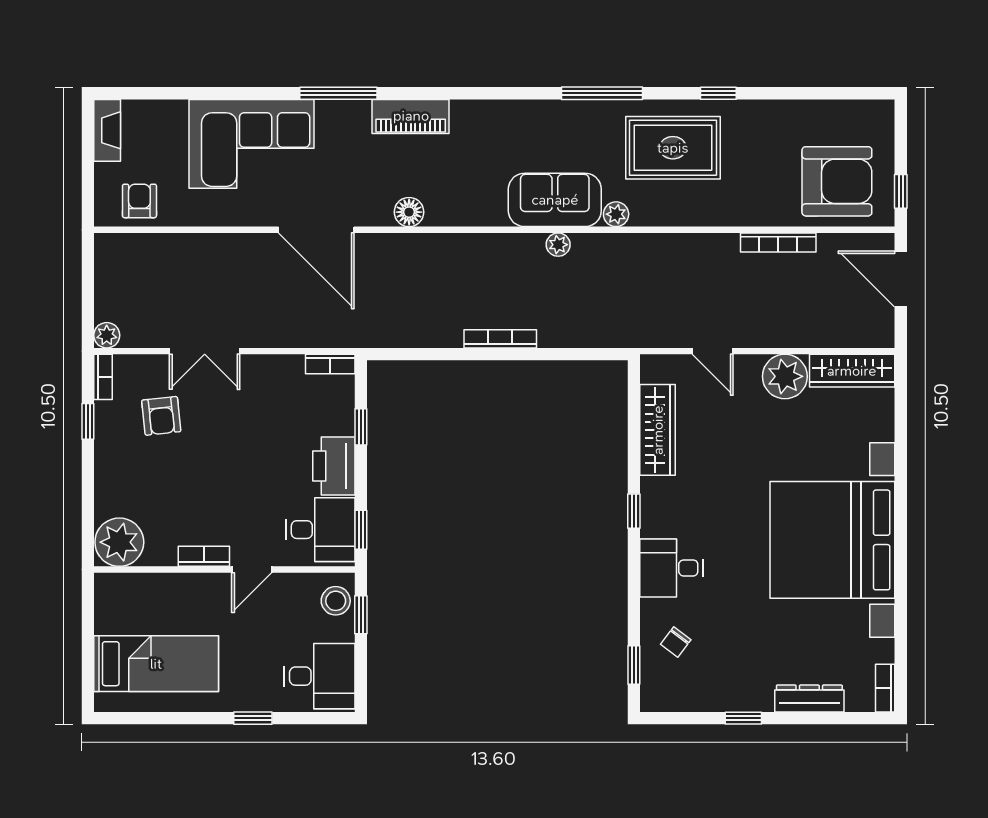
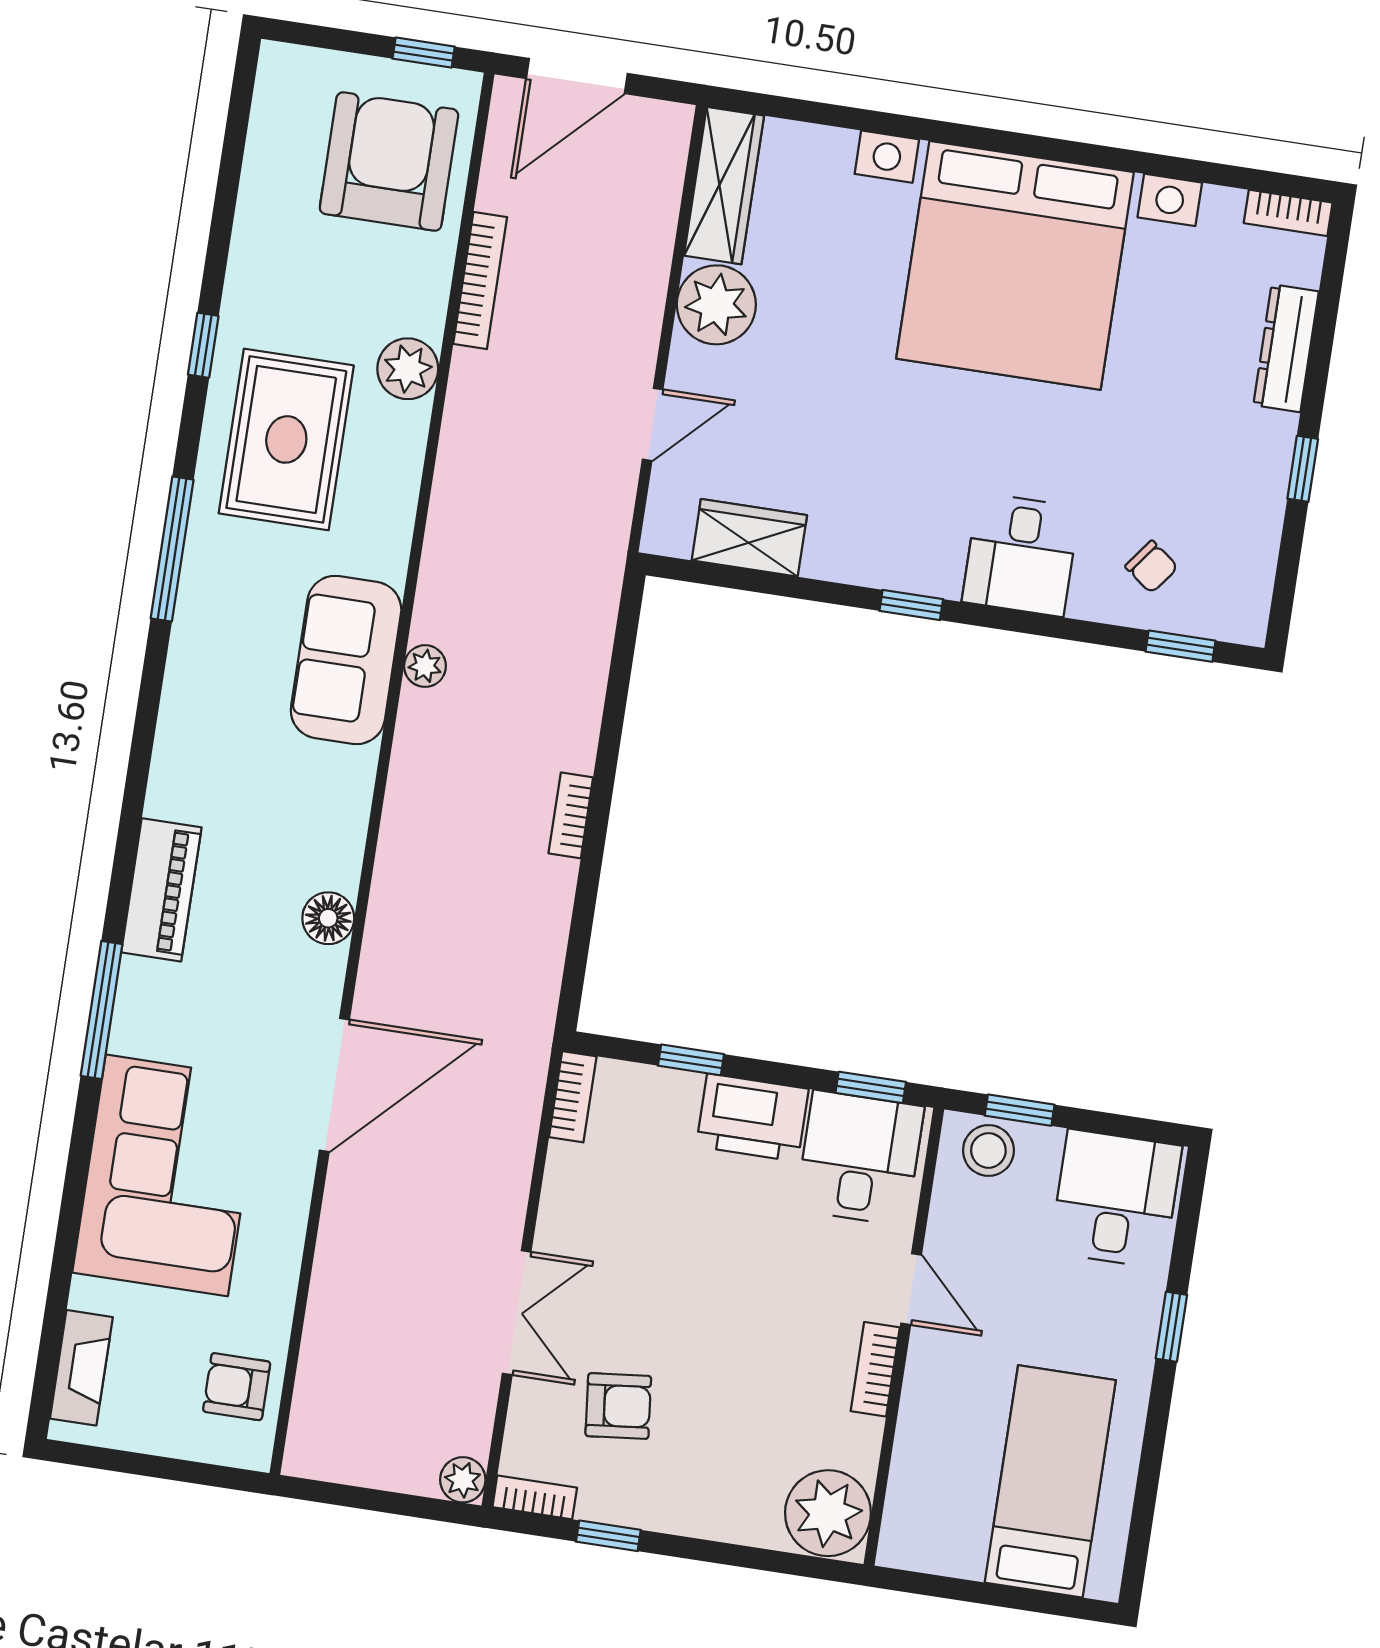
fireplace: (107, 130) -> (81, 1368), moved, turned 90
plant: (616, 214) -> (408, 369), moved, width x1.38, depth x1.38
bookcase: (500, 339) -> (571, 815), width x0.64
wardrobe: (658, 430) -> (749, 538), width x0.67

